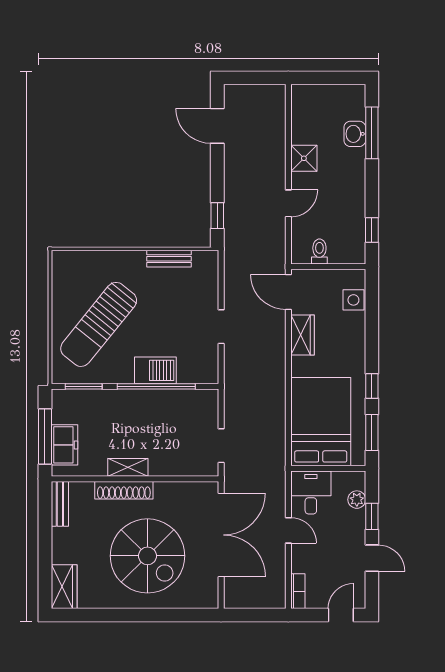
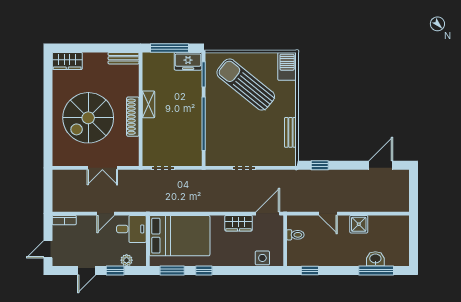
barbecue: (155, 370) -> (287, 66), moved, turned 180
freezer: (64, 445) -> (188, 61), moved
shoe rack: (124, 490) -> (133, 117), moved
double door: (221, 535) -> (102, 168), width x0.54
door: (341, 615) -> (48, 249), swing flipped

